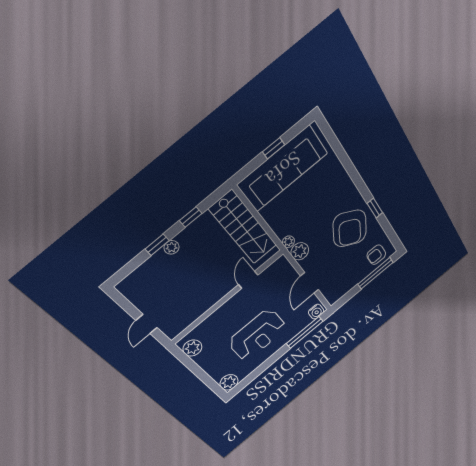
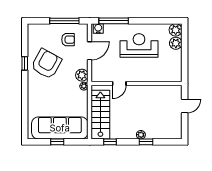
window: (191, 217) -> (110, 142), moved
armchair: (376, 255) -> (68, 40), moved
window: (375, 273) -> (64, 21), moved
plant: (192, 348) -> (176, 43), moved

